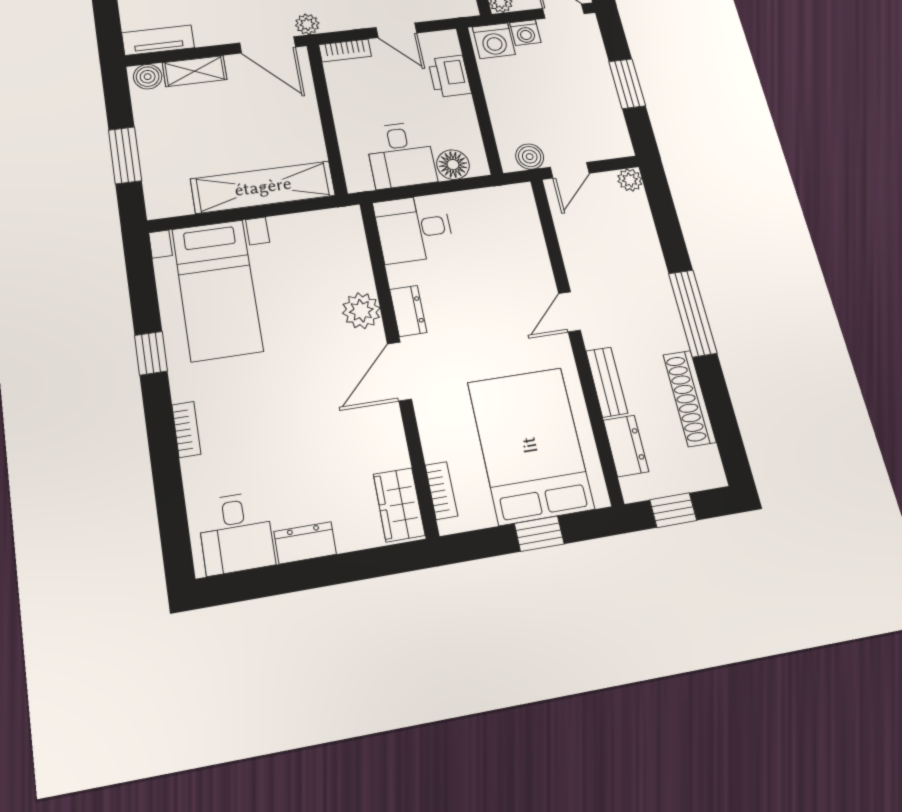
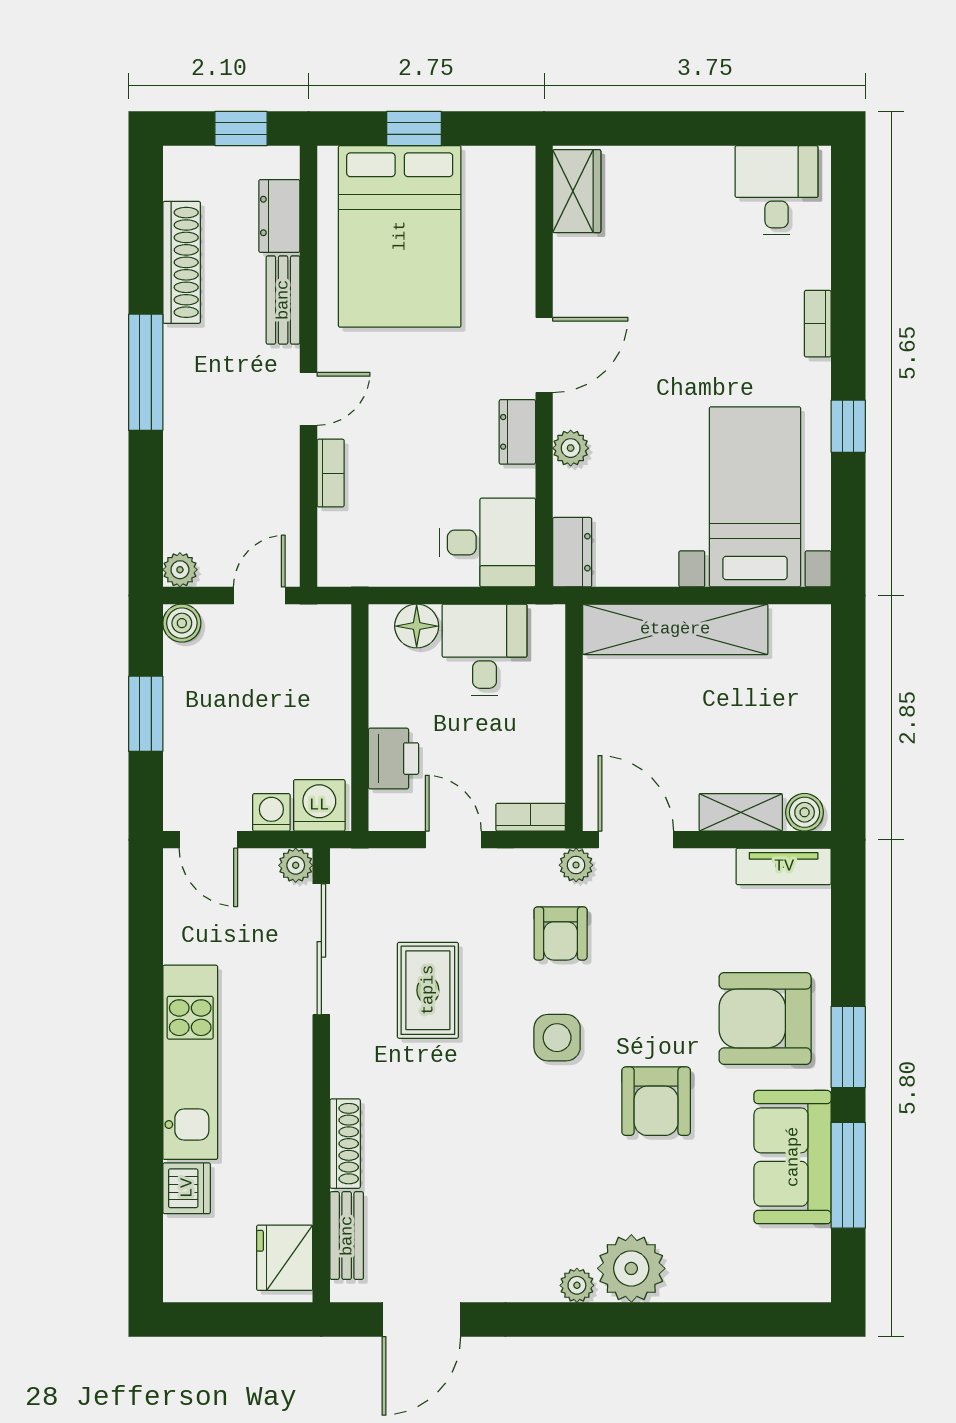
window: (125, 155) -> (848, 700), removed
boiler: (530, 157) -> (182, 623), moved
plant: (361, 311) -> (571, 448), width x0.73, depth x0.73
bookcase: (441, 490) -> (331, 473), moved, turned 180
dresser: (305, 543) -> (572, 552), moved, turned -90

